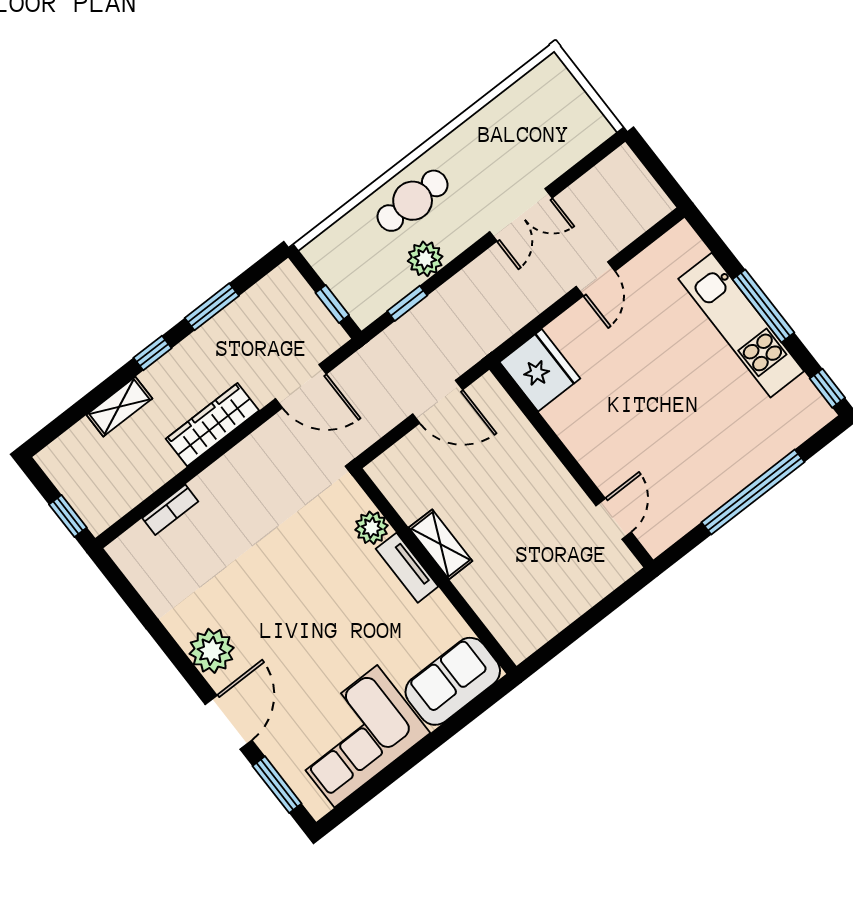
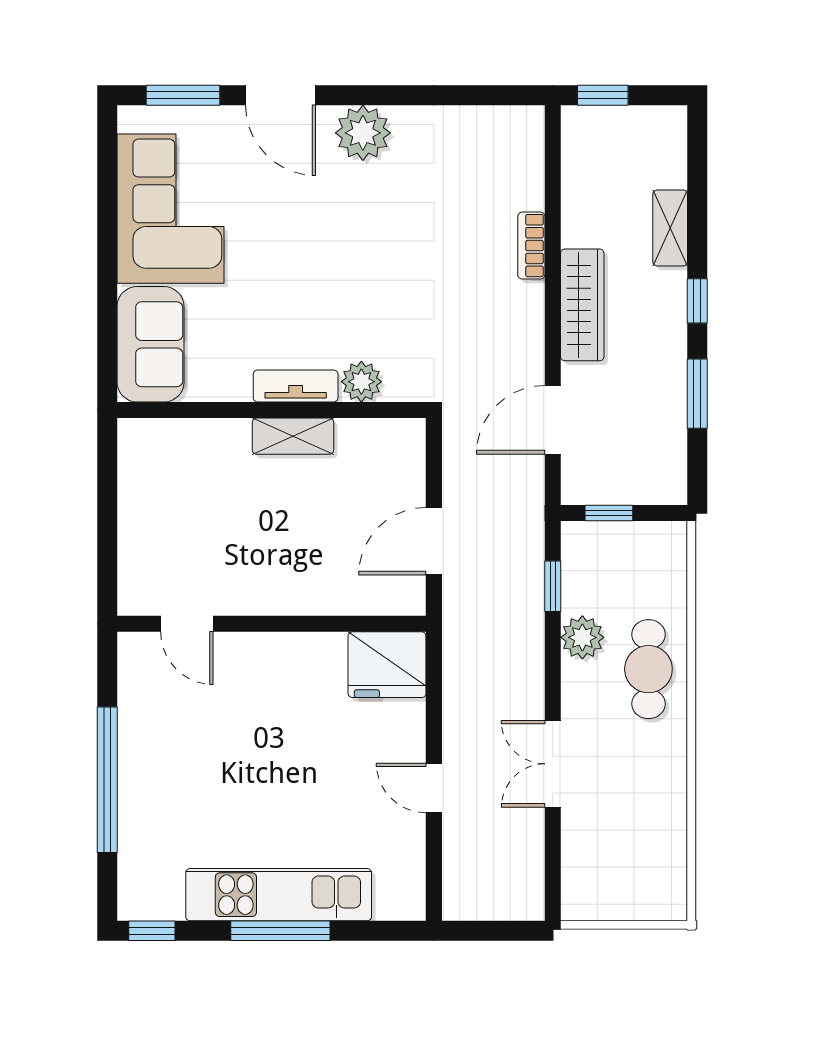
bookcase: (170, 510) -> (531, 246), moved

